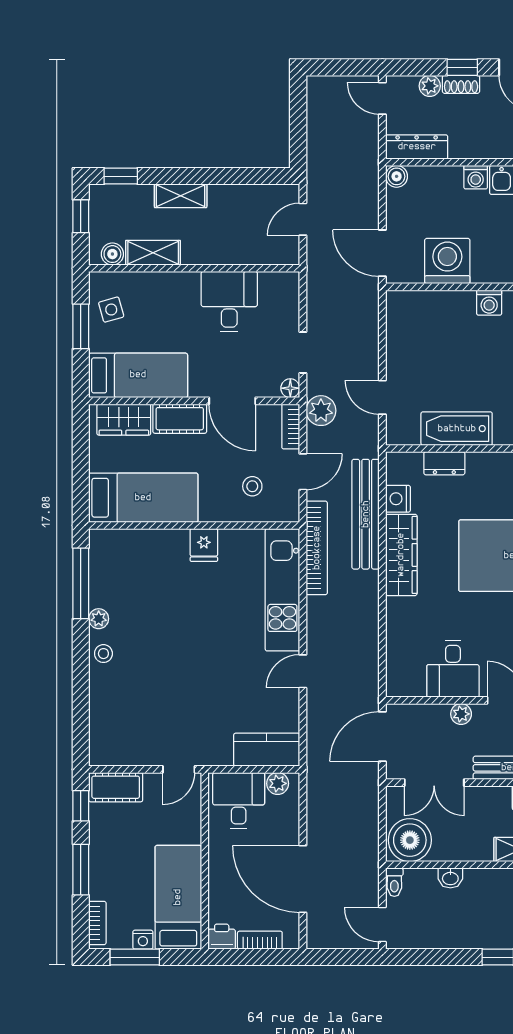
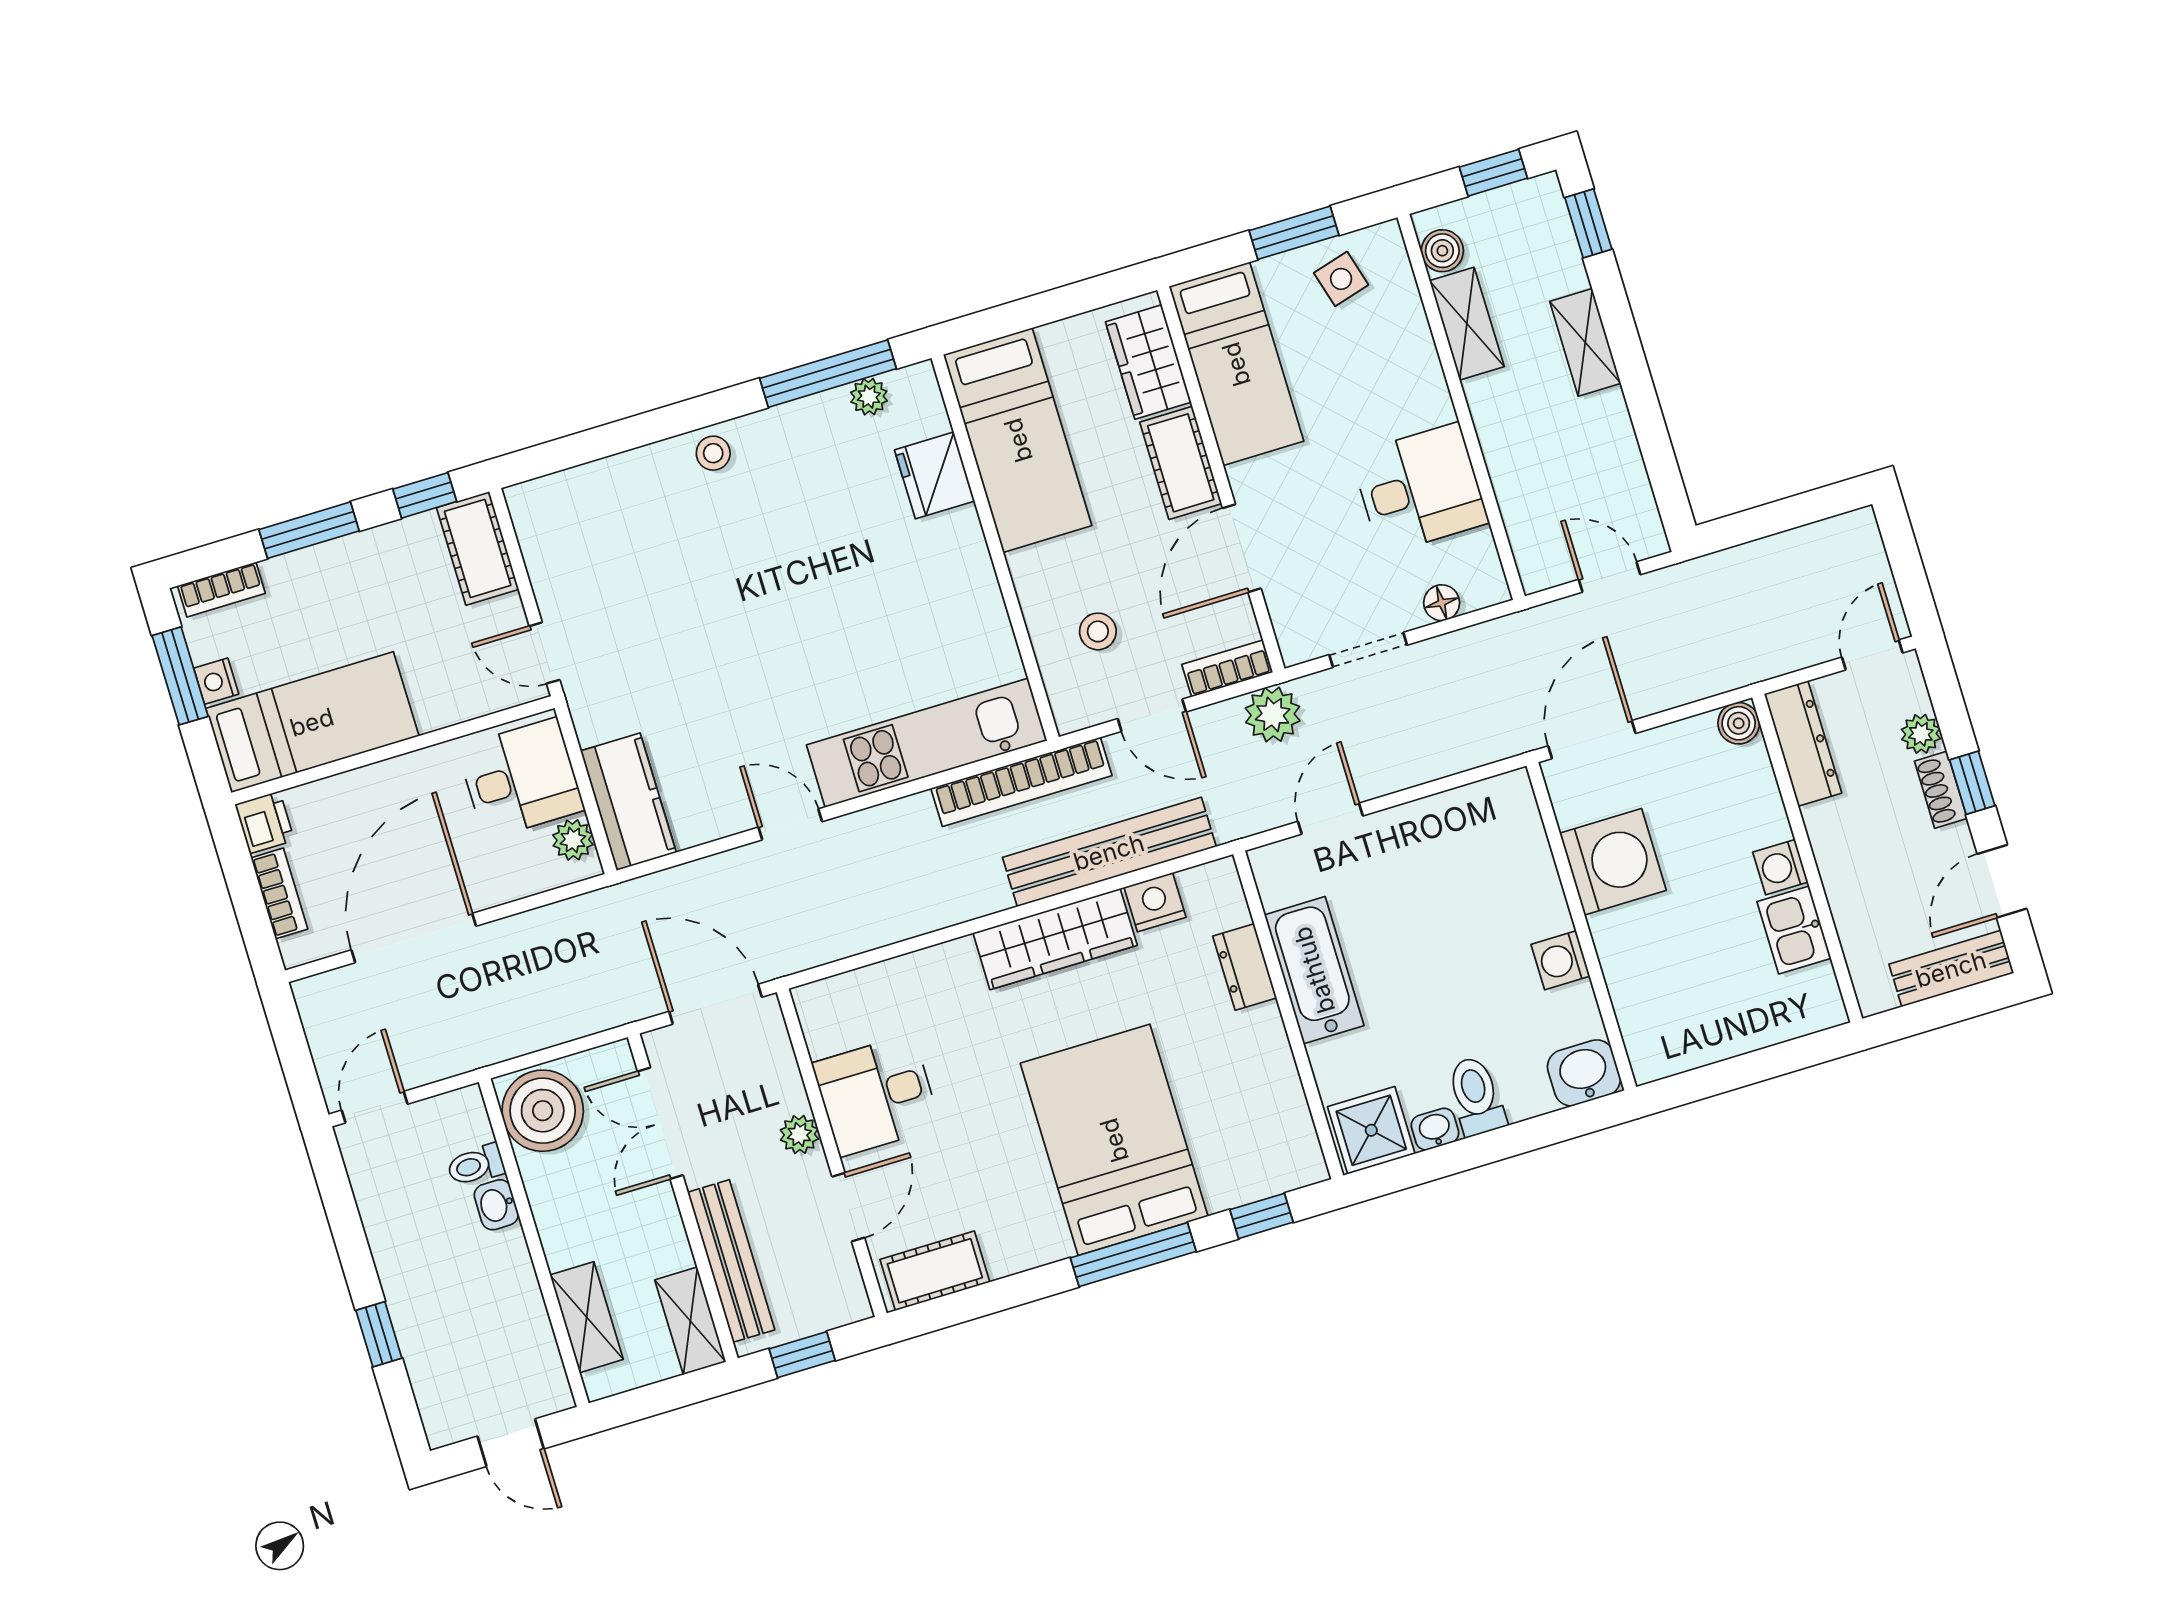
floor lamp: (290, 388) -> (1442, 603), moved
fridge: (204, 545) -> (935, 475), moved, width x1.38
plant: (99, 619) -> (869, 397), moved
toilet: (394, 882) -> (476, 1165), moved

